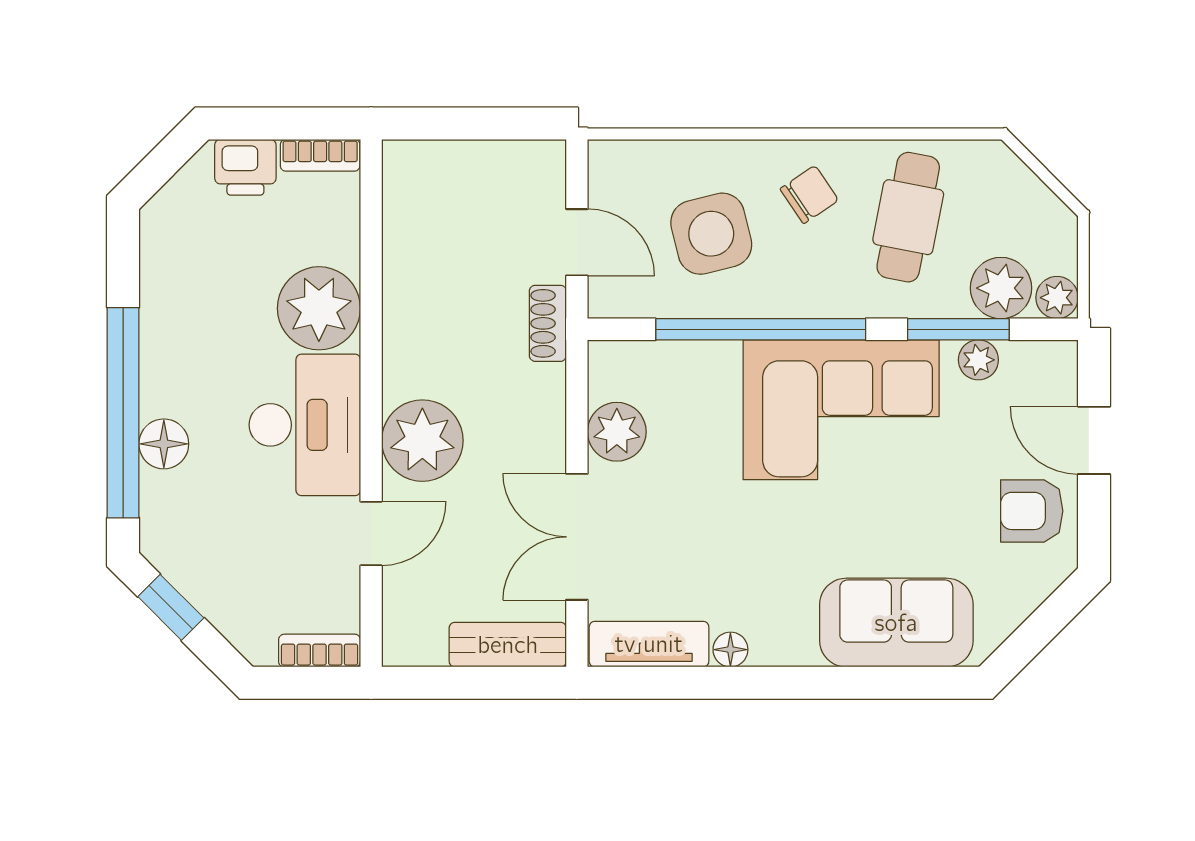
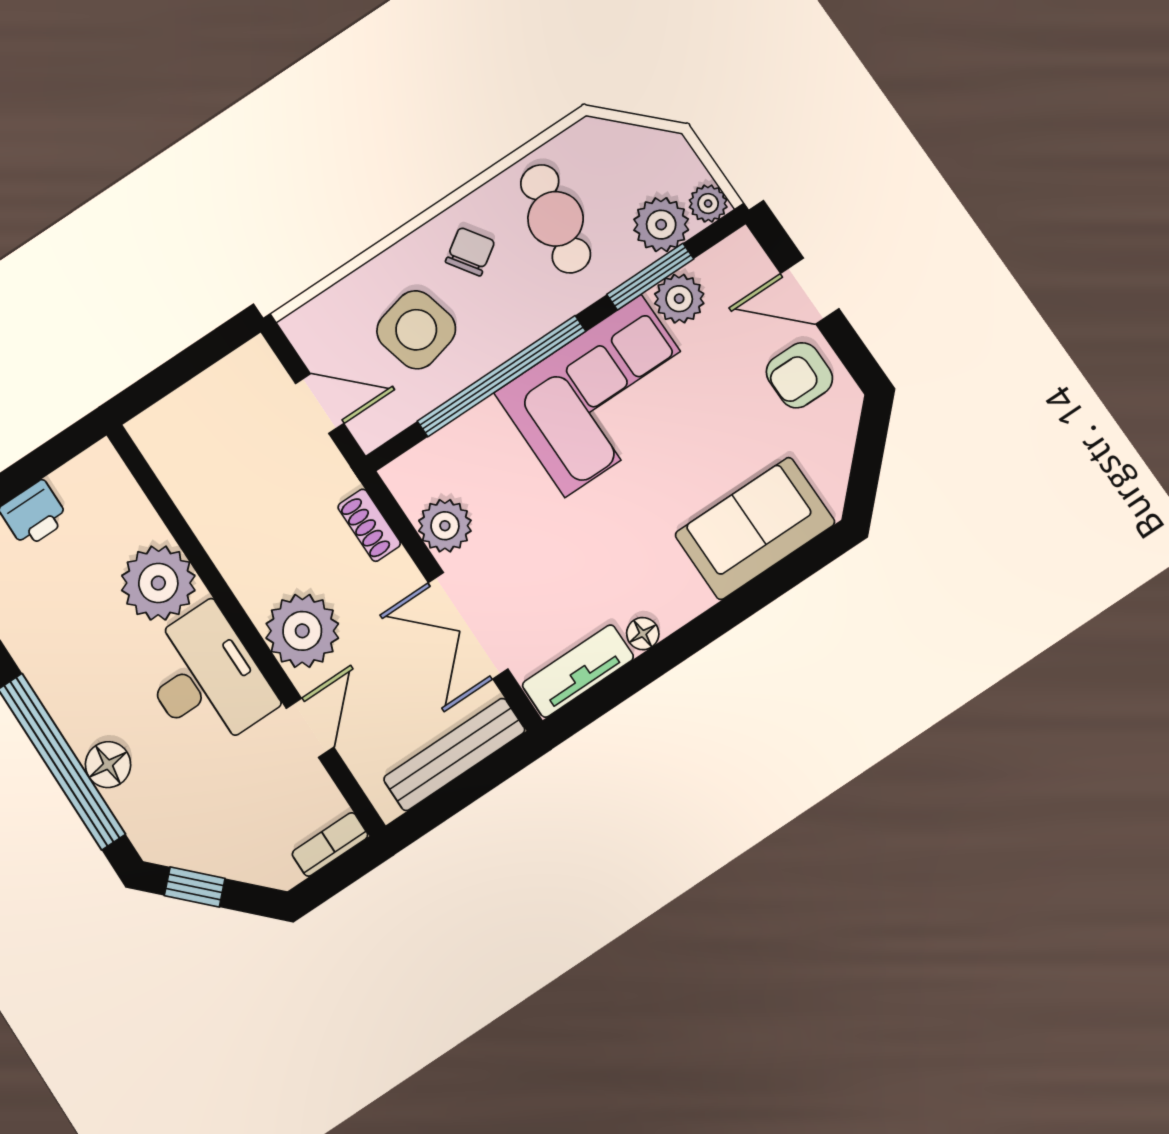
bookcase: (320, 155) -> (84, 468), removed
shoe rack: (548, 323) -> (369, 525), moved
plant: (978, 360) -> (679, 299), width x1.38, depth x1.38
bench: (508, 645) -> (454, 754), width x1.36

